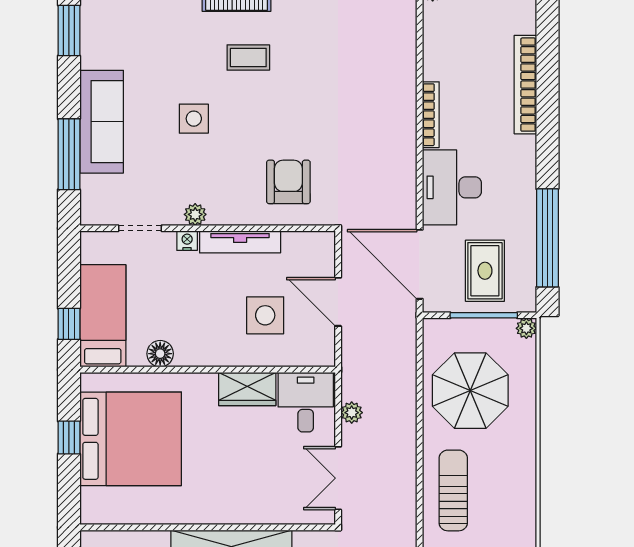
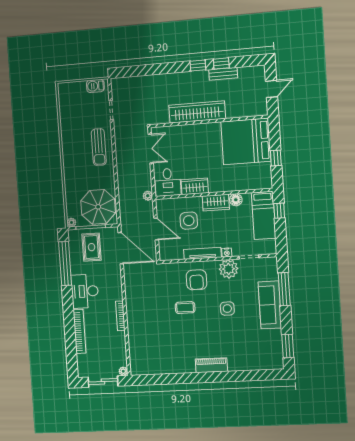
coffee table: (248, 57) -> (185, 308), moved
armchair: (288, 182) -> (196, 280), moved
desk: (452, 187) -> (85, 291), moved, turned 180
plant: (195, 214) -> (229, 269), width x1.88, depth x1.88
wardrobe: (204, 351) -> (216, 203), added
parasol: (470, 391) -> (98, 207), moved
plant: (352, 413) -> (148, 196), moved
bed: (131, 439) -> (246, 141), moved

